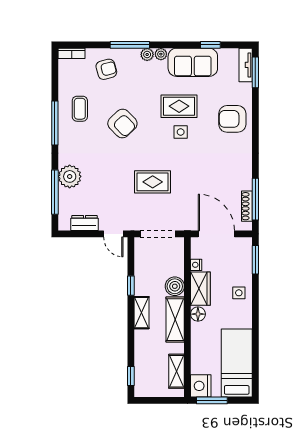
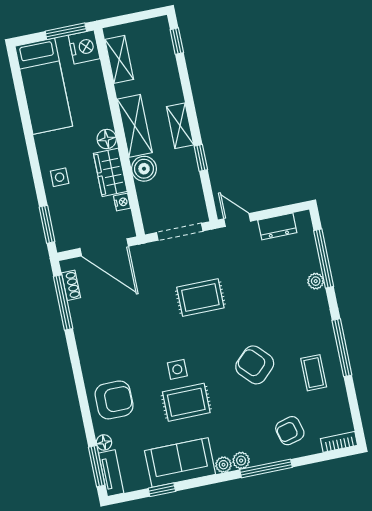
floor lamp: (246, 89) -> (104, 442), added
plant: (70, 176) -> (316, 281), width x0.53, depth x0.53
shoe rack: (247, 206) -> (71, 285), width x0.70

